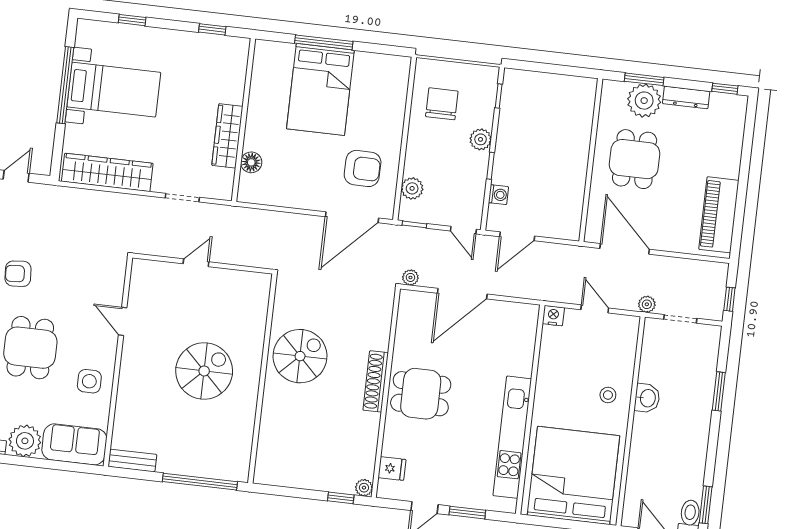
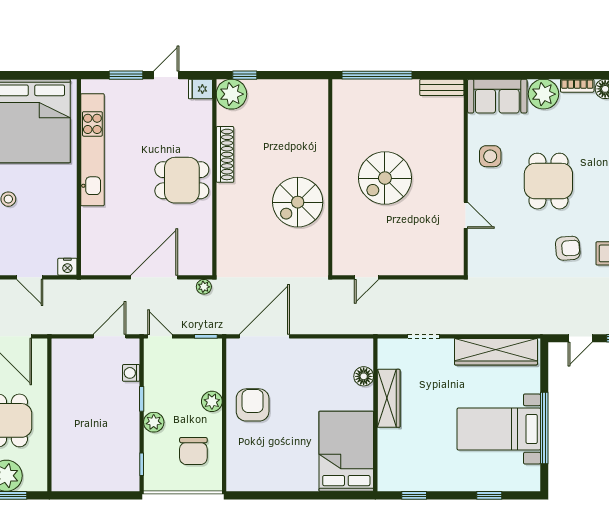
window: (324, 42) -> (309, 495), removed
bed: (320, 89) -> (346, 451), moved
armchair: (363, 168) -> (253, 405), moved, turned 89
plant: (412, 188) -> (212, 401), moved
door: (196, 263) -> (367, 277), moved
shoe rack: (376, 381) -> (225, 154), moved
fridge: (392, 469) -> (200, 89), moved
plant: (364, 488) -> (231, 94), width x1.88, depth x1.88

